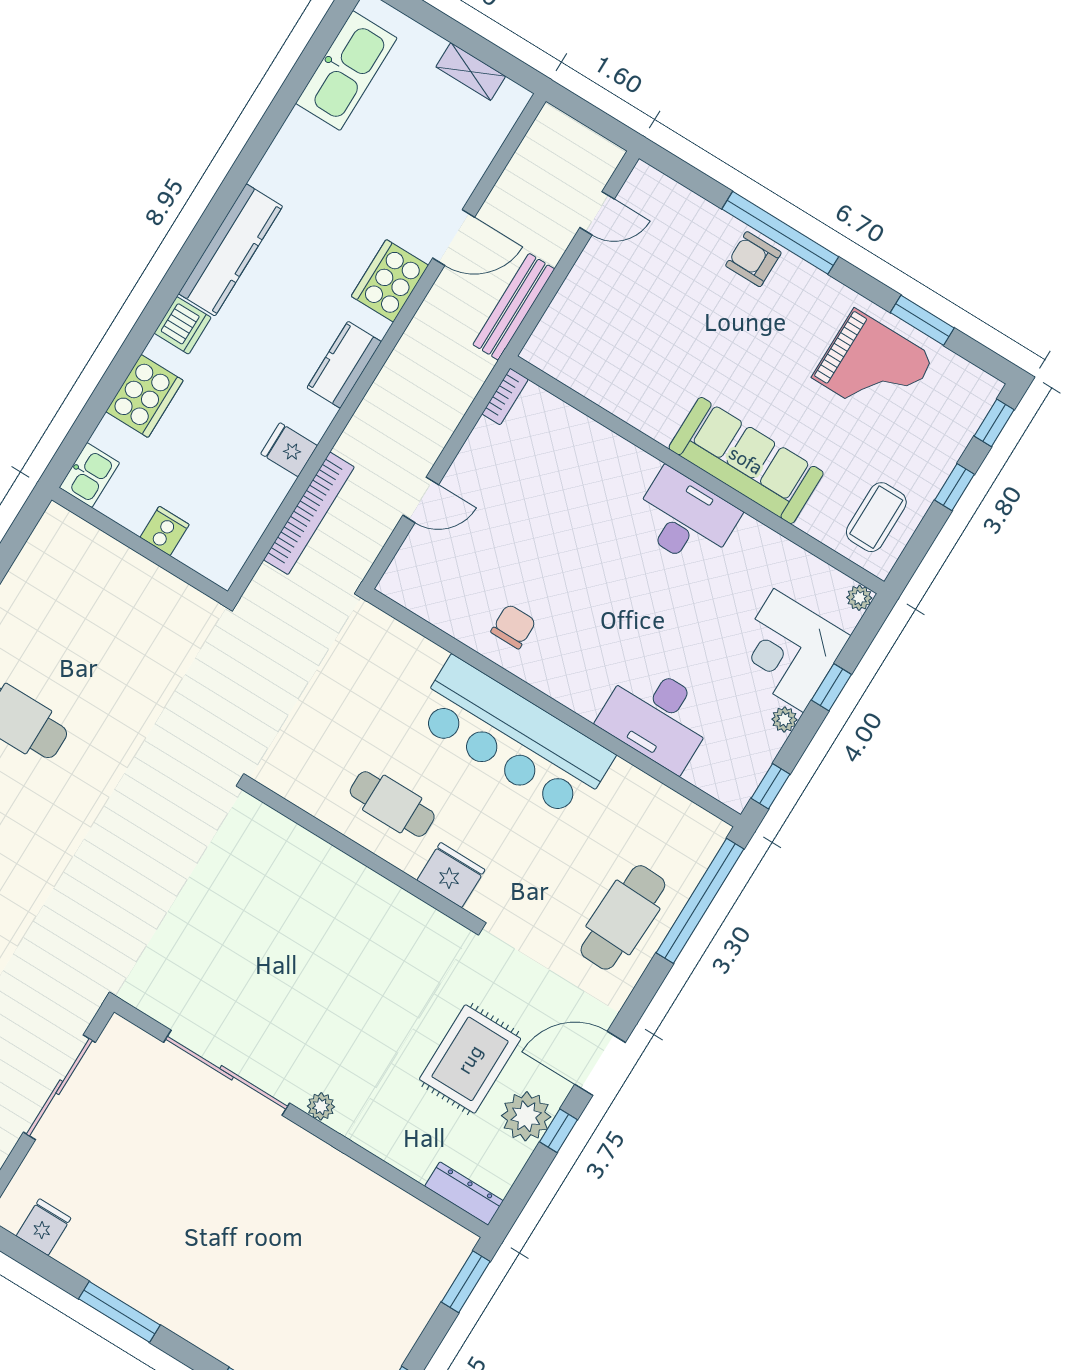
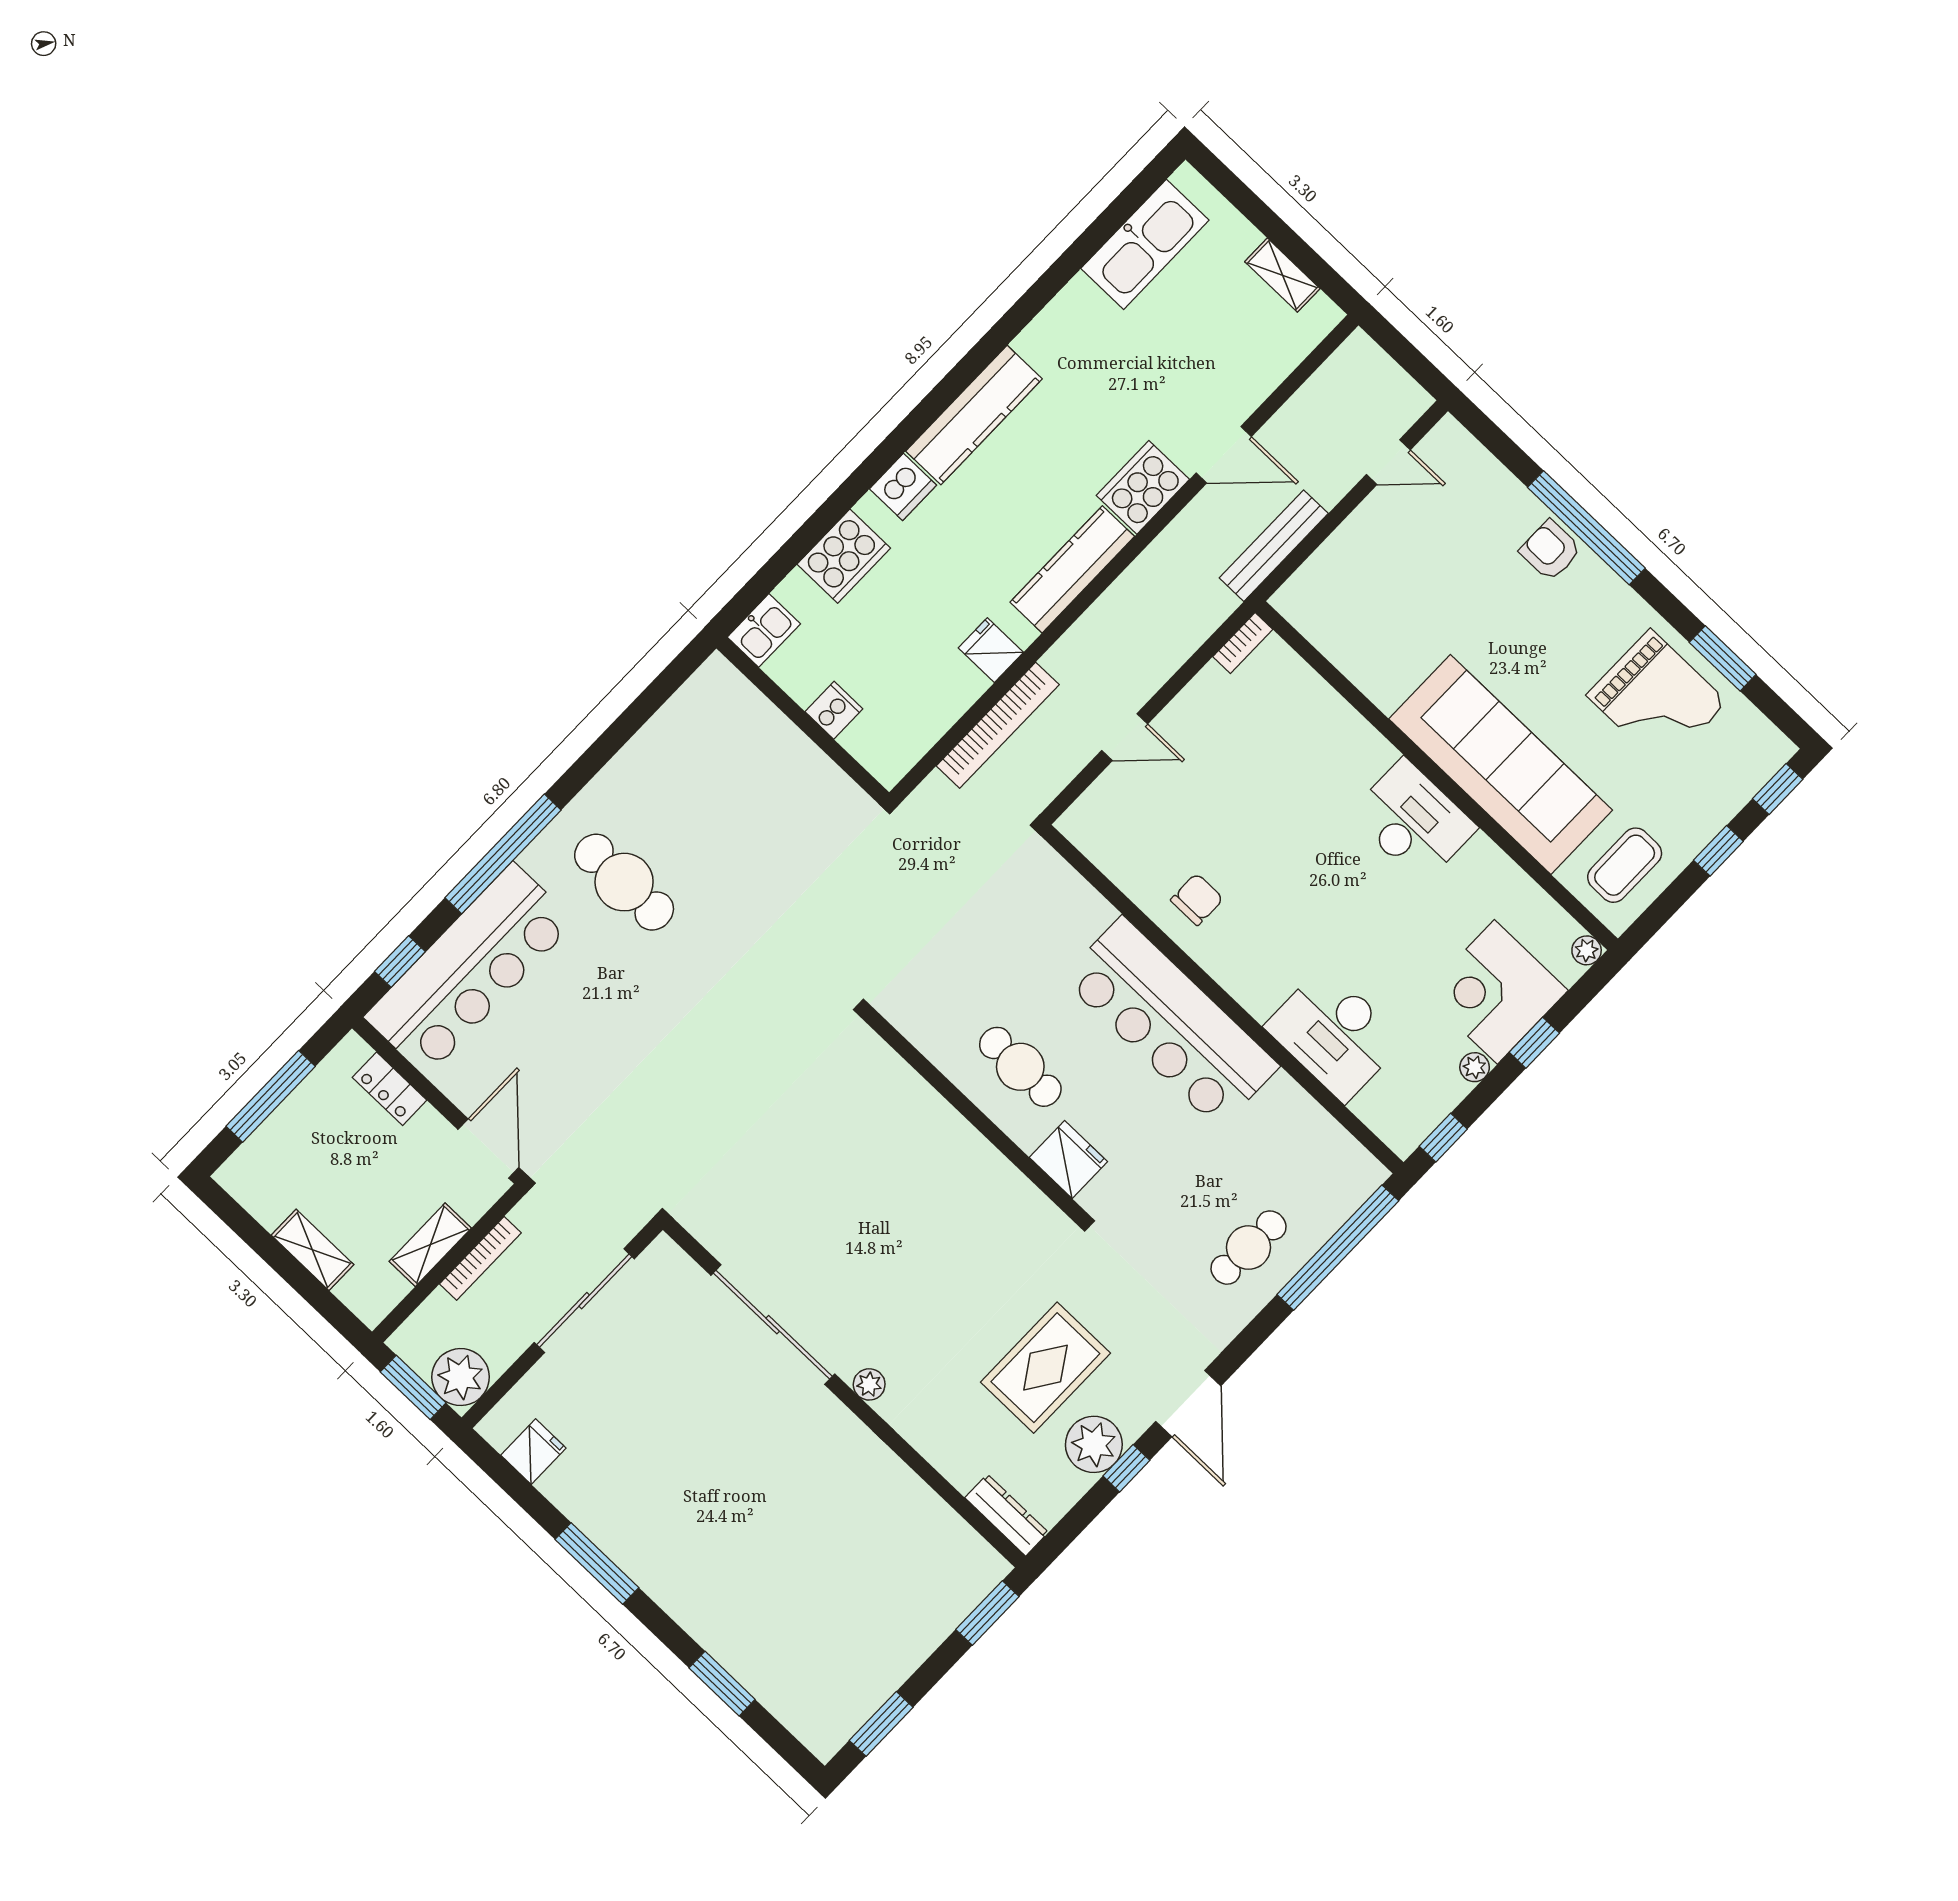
kitchen counter: (344, 365) -> (1072, 569), width x1.50
sofa: (746, 460) -> (1501, 765), width x1.36, depth x1.27
cafe table: (623, 917) -> (1248, 1248), width x0.73, depth x0.74
door: (600, 1063) -> (1188, 1404), swing flipped

